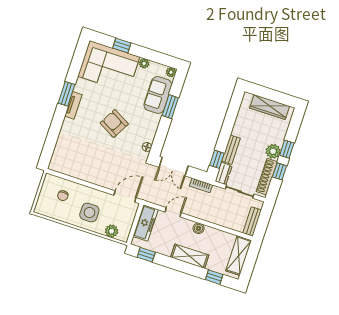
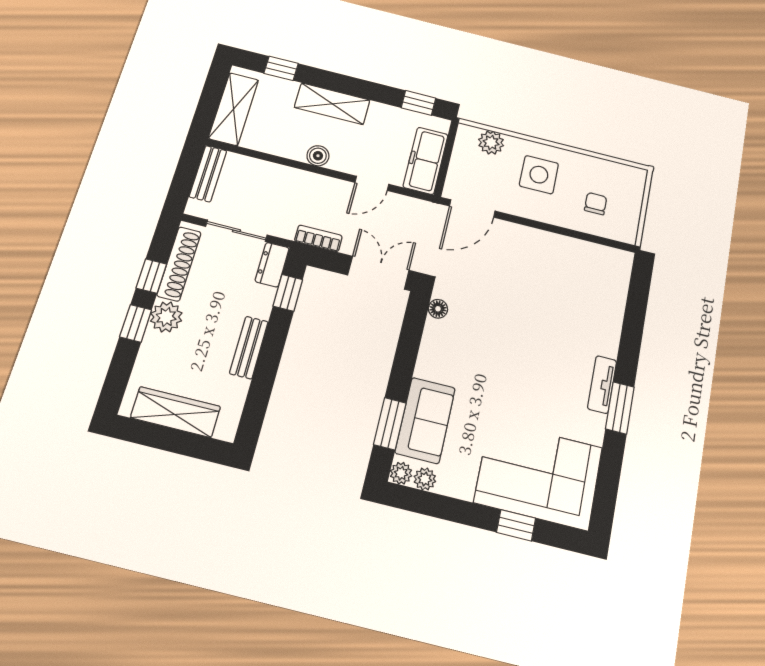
plant: (144, 63) -> (425, 479), moved
window: (170, 107) -> (390, 424), moved
armchair: (114, 124) -> (512, 353), removed
bench: (231, 150) -> (249, 347), moved

